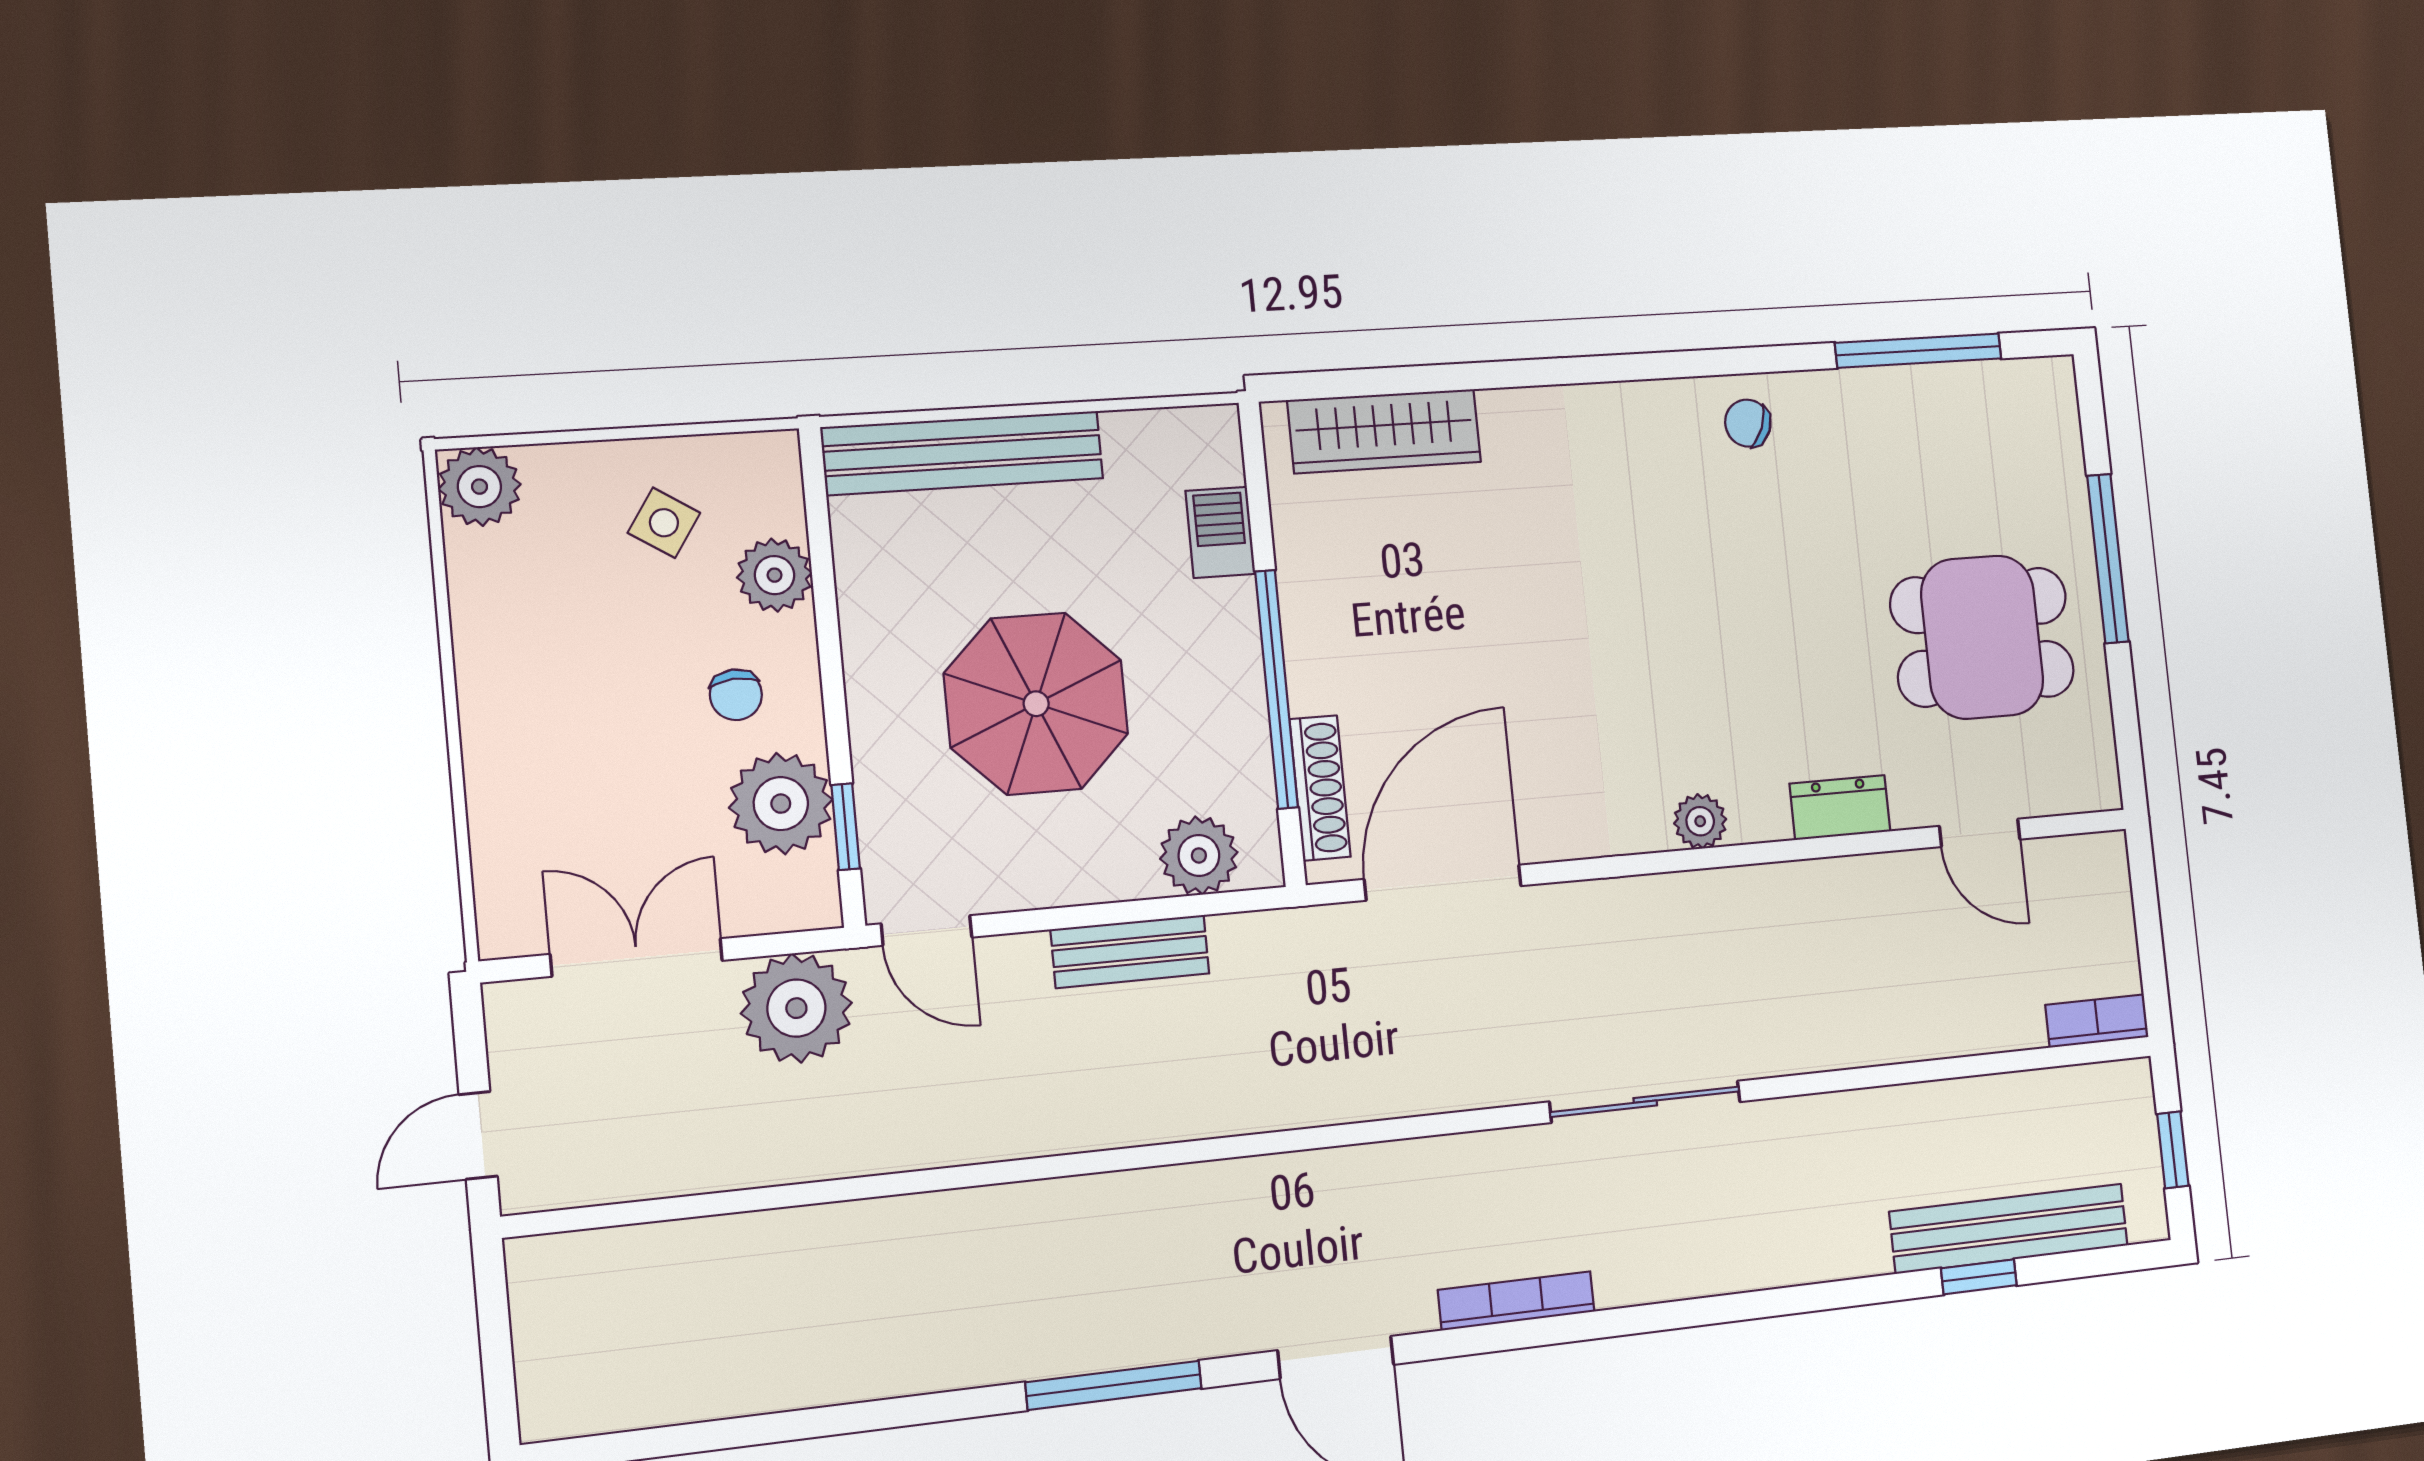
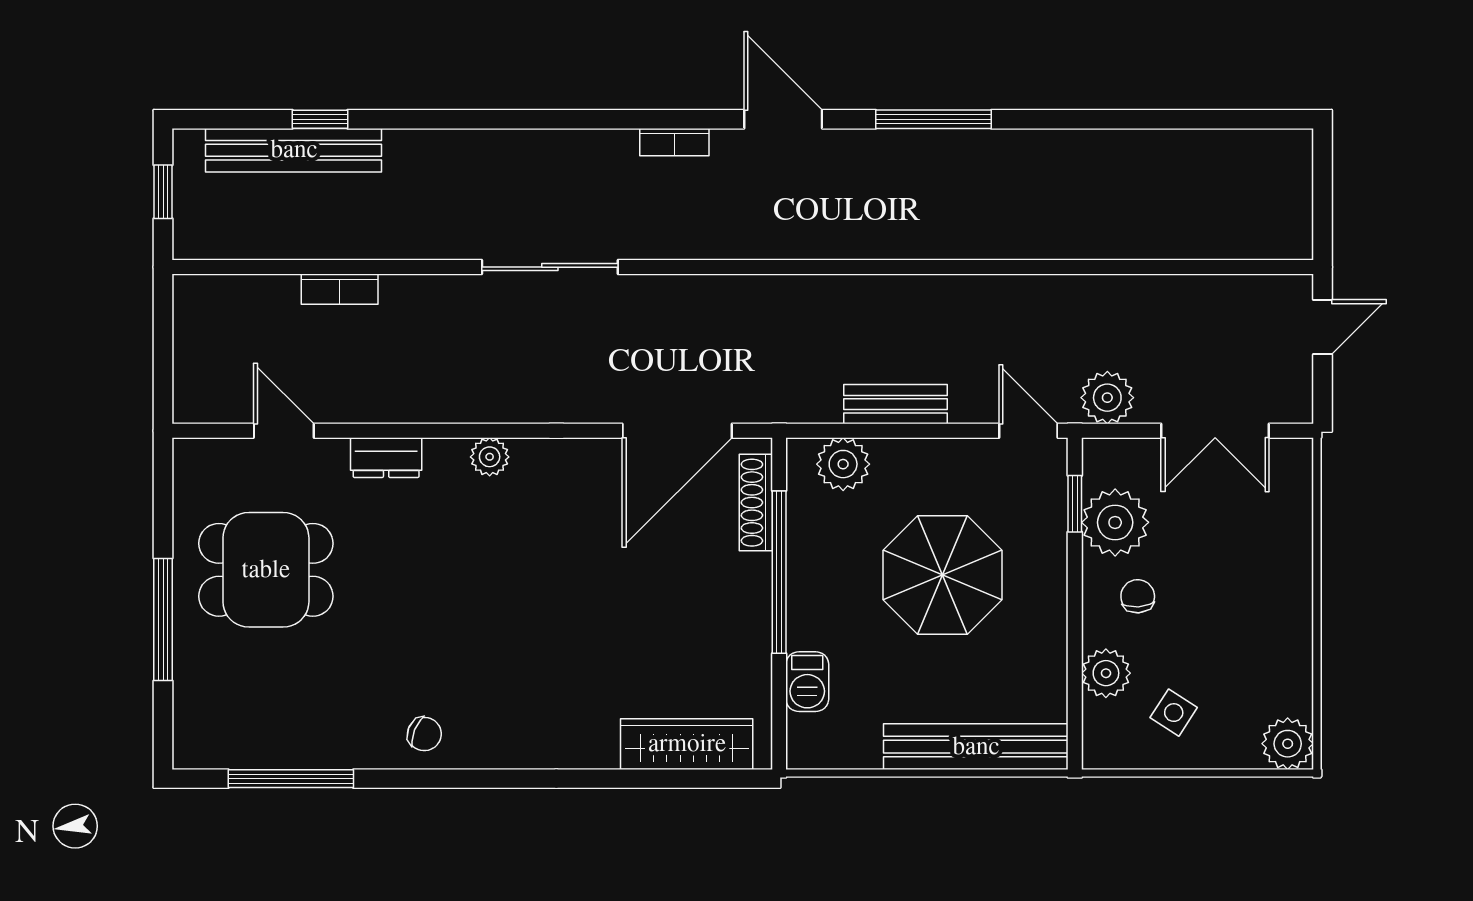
plant: (796, 1008) -> (1107, 398), width x0.73, depth x0.73
bookcase: (2097, 1021) -> (340, 289), moved
bookcase: (1516, 1301) -> (674, 142), width x0.64

